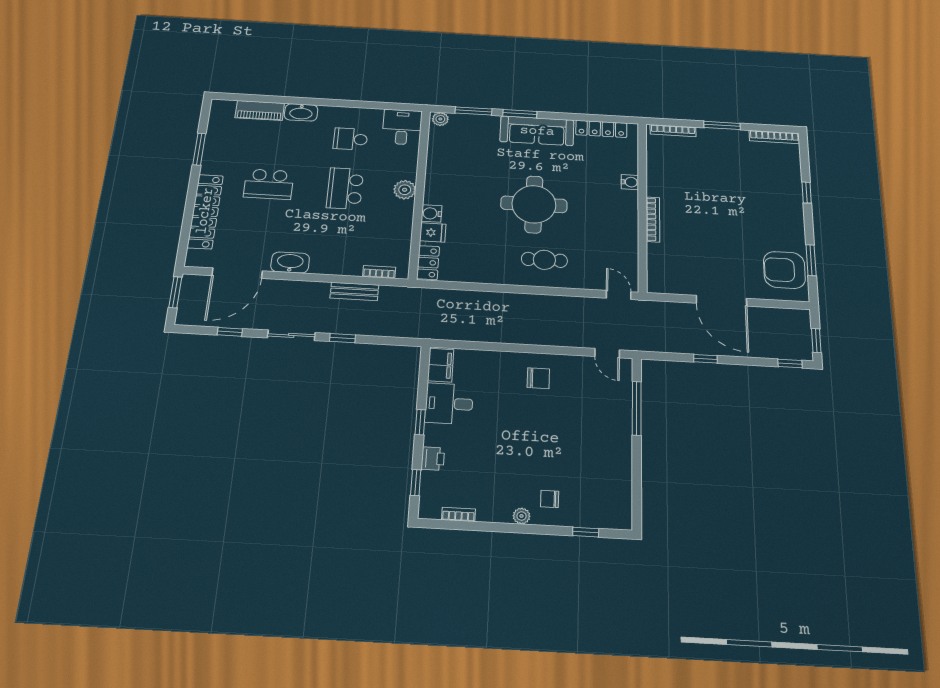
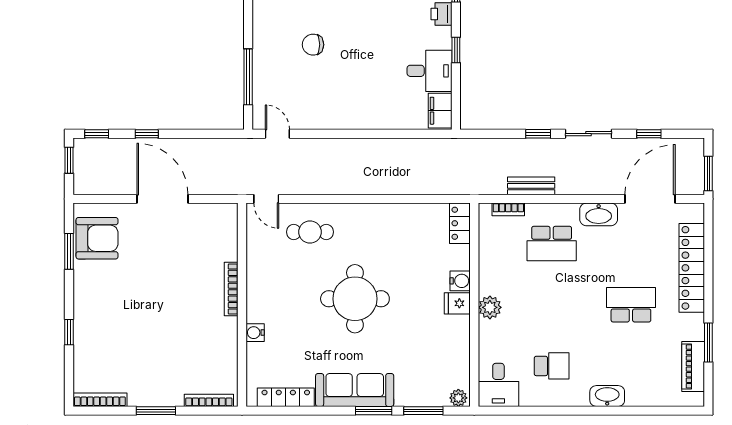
piano: (260, 111) -> (693, 366), moved, turned -90
school desk: (345, 189) -> (552, 244), moved, turned 90
fridge: (433, 233) -> (457, 303), moved
cafe table: (544, 260) -> (310, 232), moved
window: (705, 359) -> (147, 134), moved
chair: (538, 378) -> (313, 45), moved

